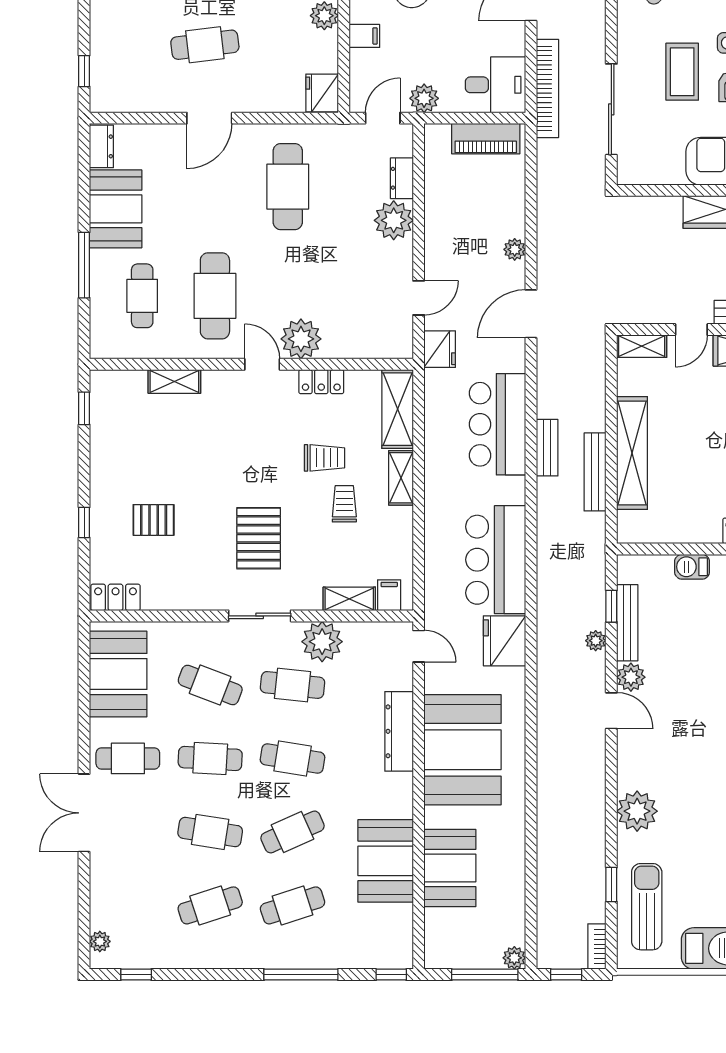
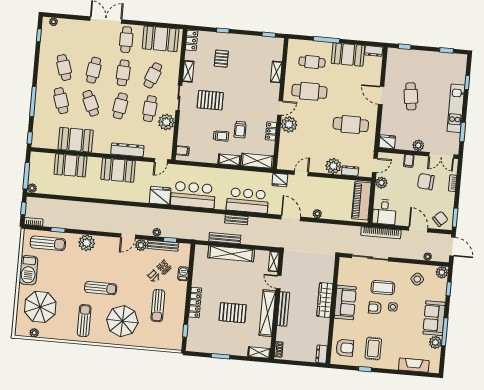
door: (383, 118) -> (375, 165), hinge flipped
piano: (486, 139) -> (361, 201), width x1.37, depth x1.33
door: (419, 298) -> (301, 173), swing flipped
shelving: (349, 599) -> (188, 71), moved
booth: (463, 750) -> (118, 170), width x0.73, depth x0.70

